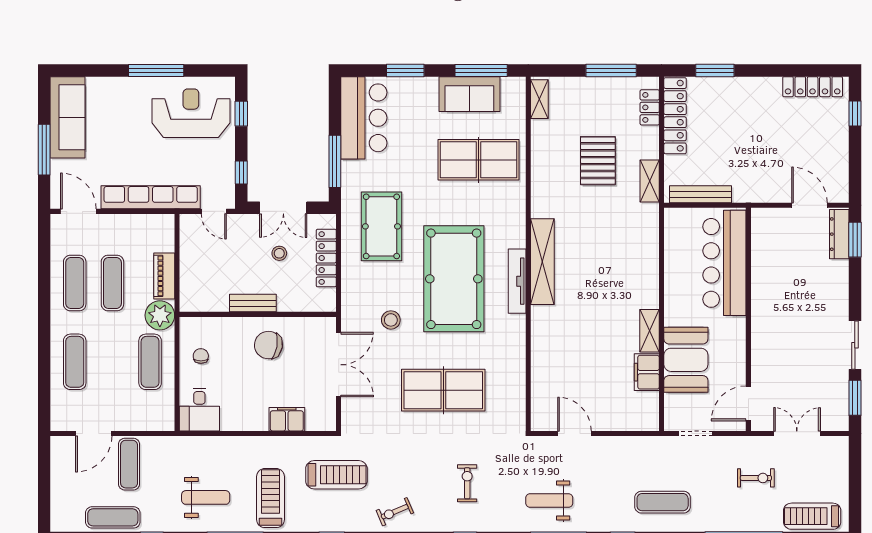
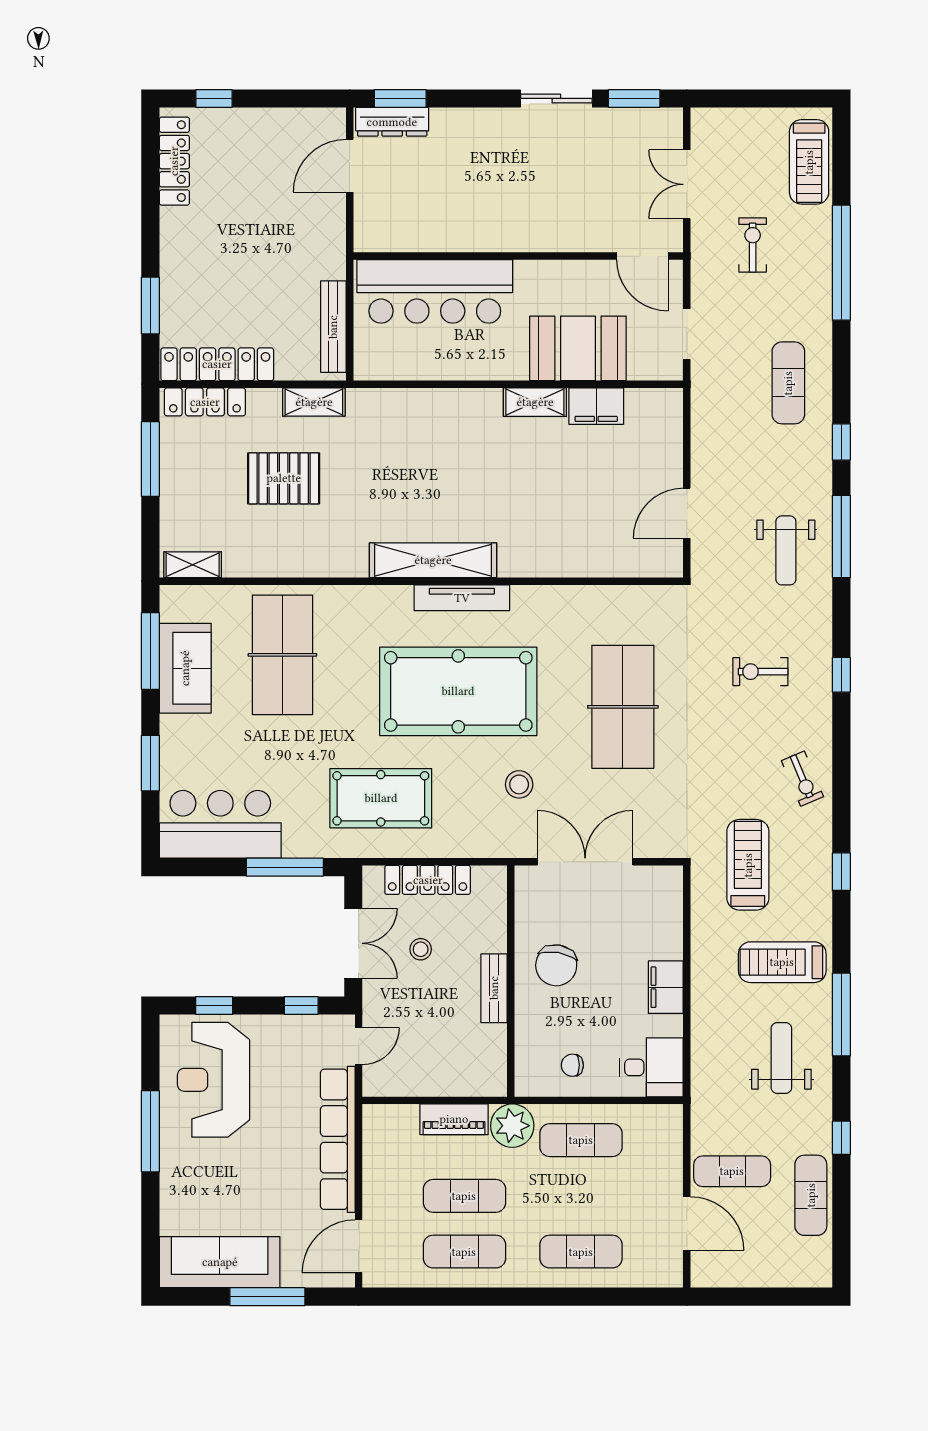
locker: (650, 107) -> (205, 402), width x1.53
filing cabinet: (287, 419) -> (666, 987), moved

